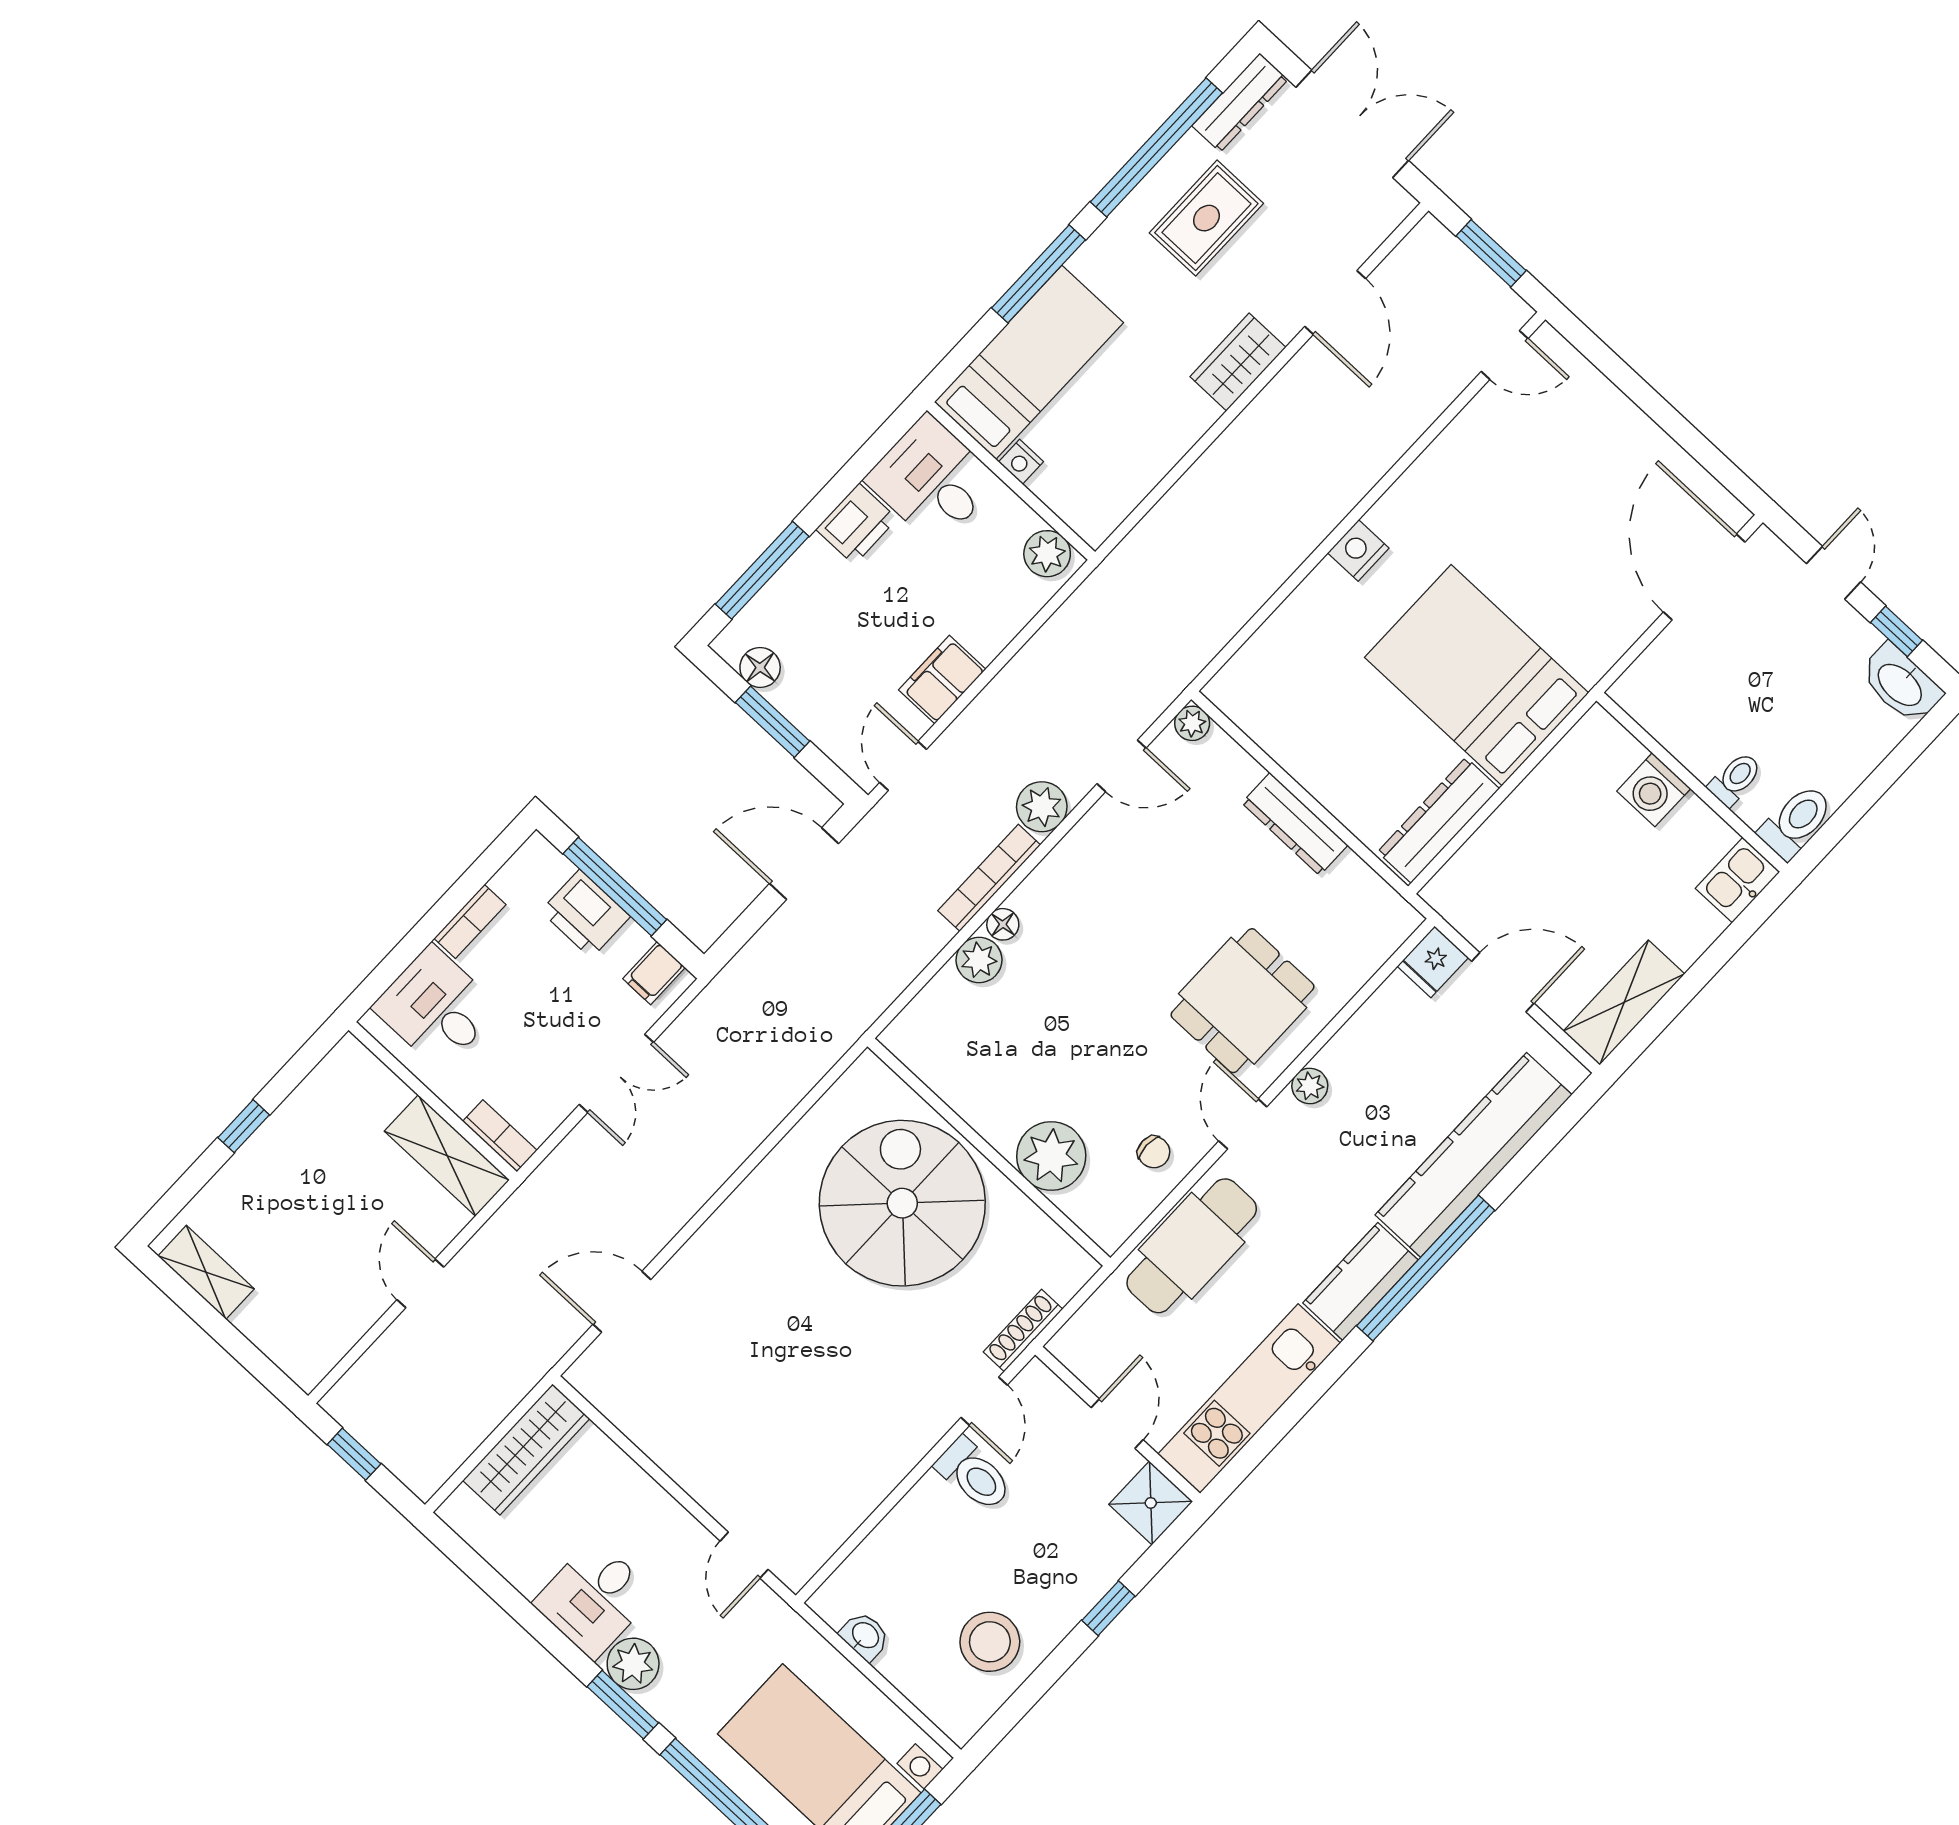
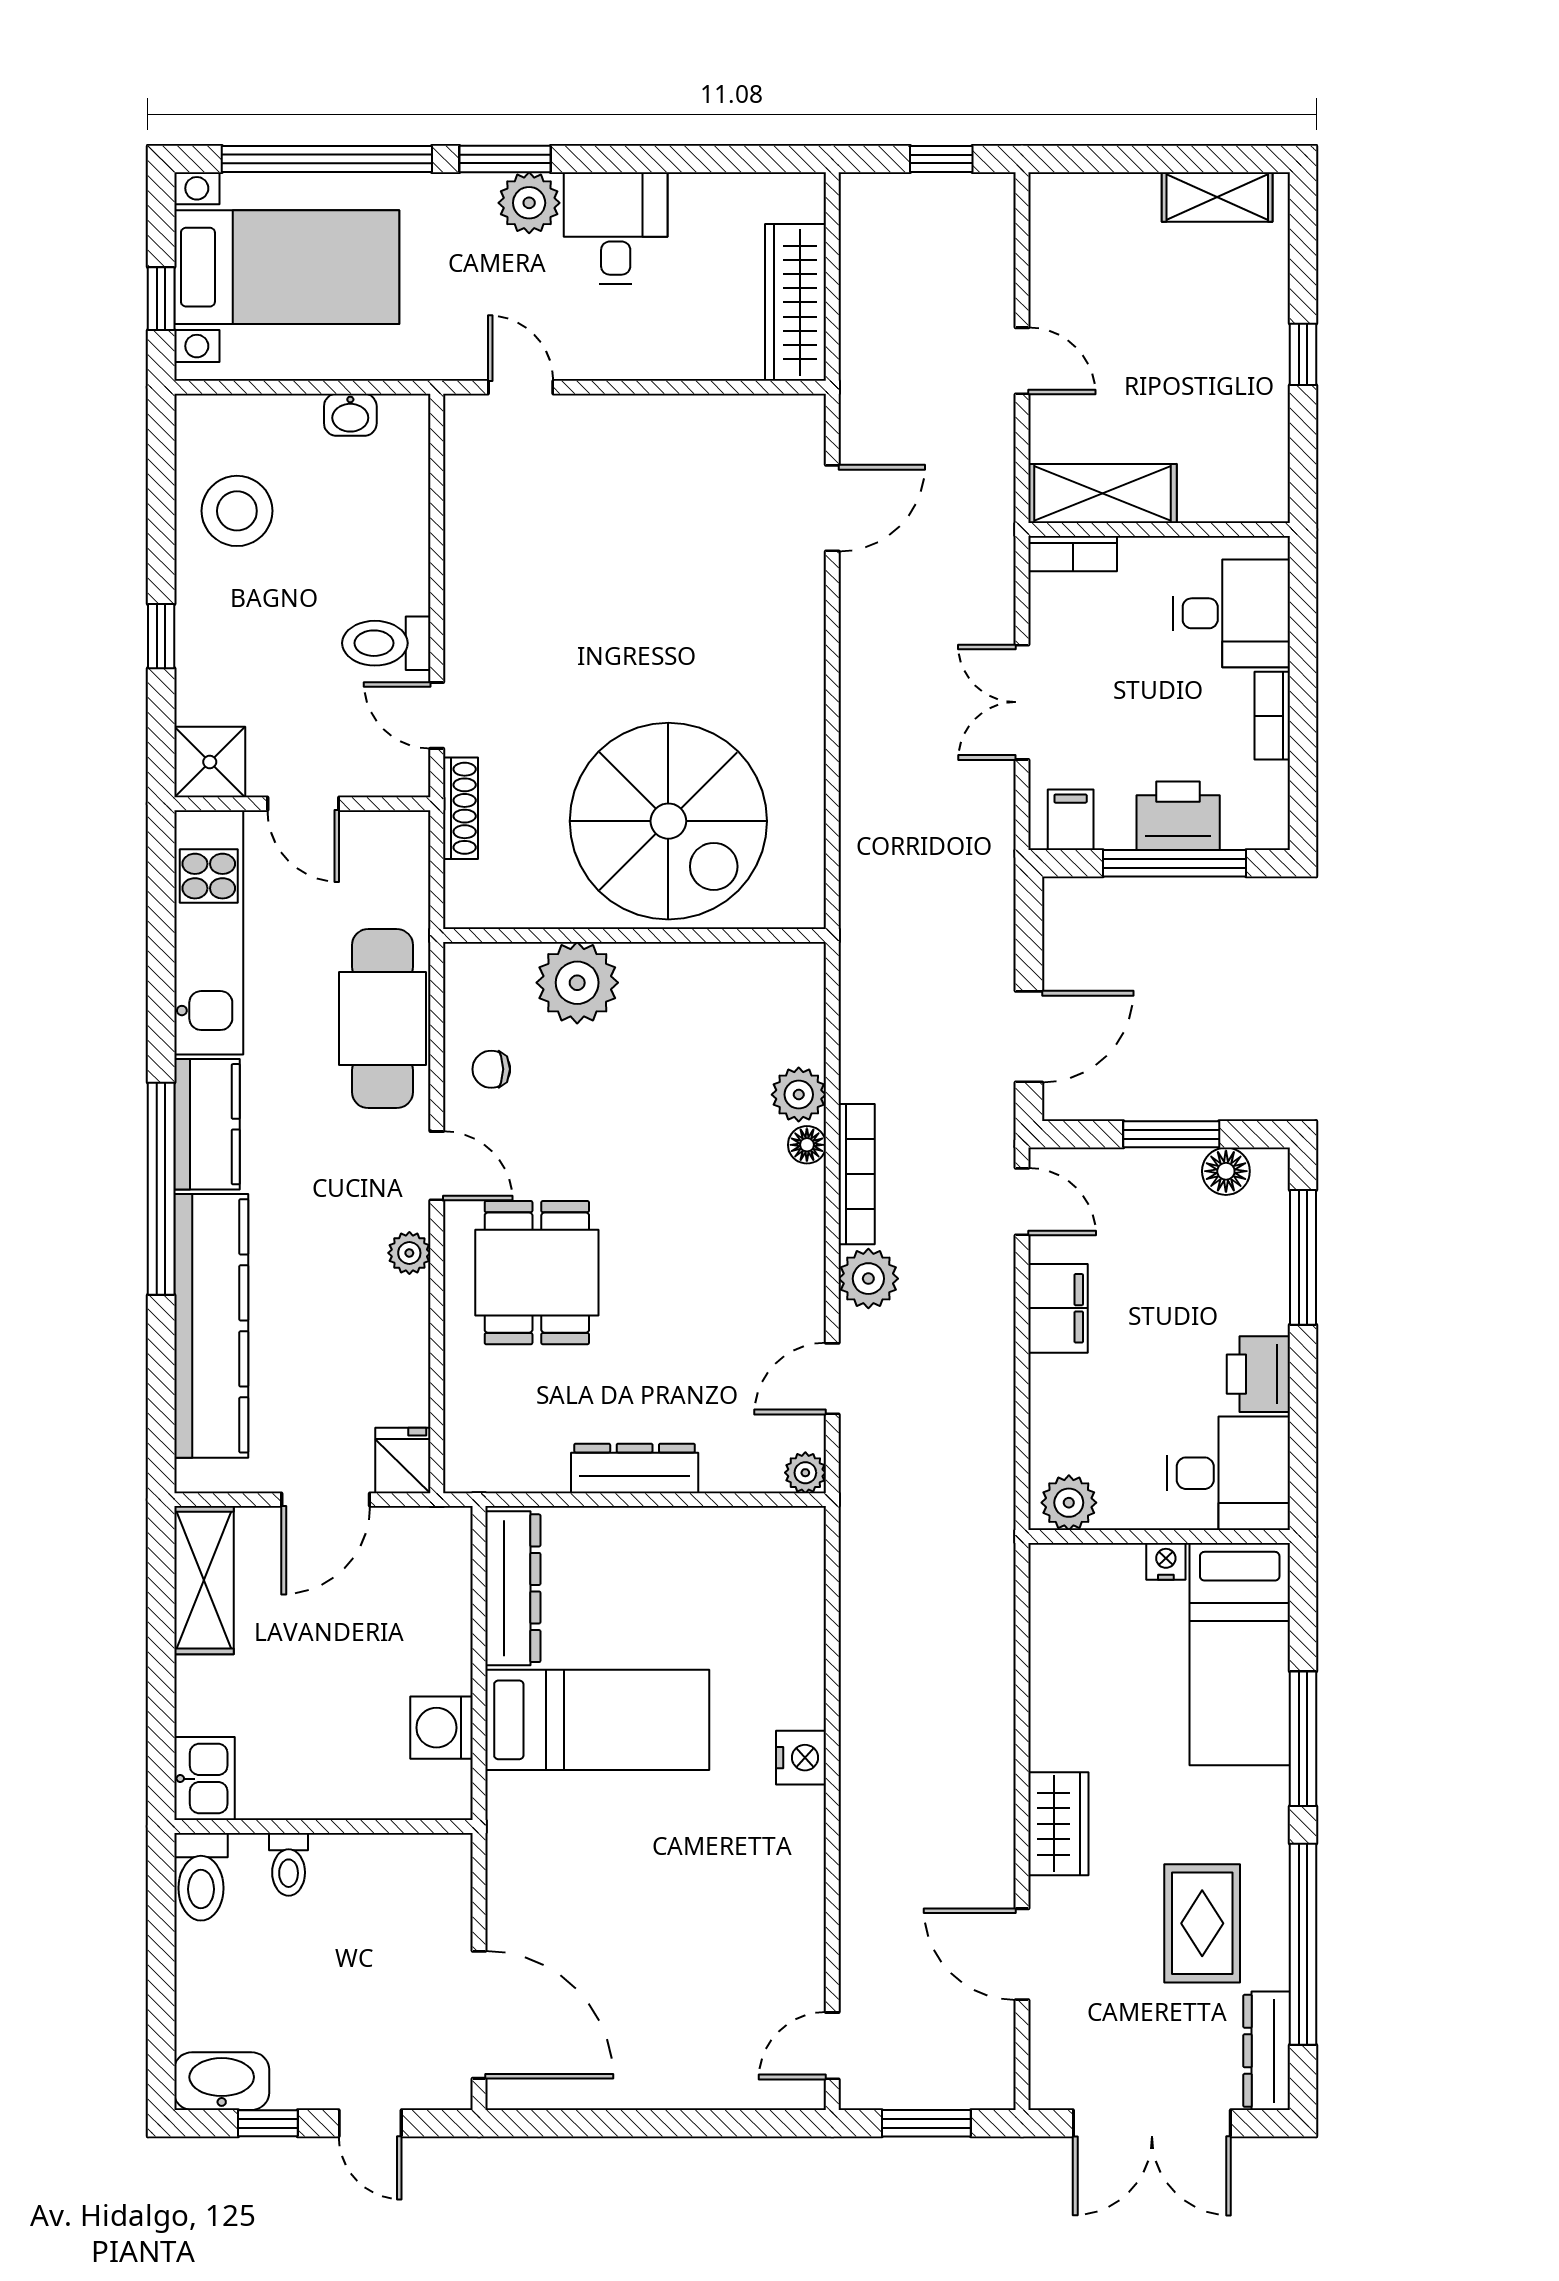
bed: (1477, 675) -> (597, 1720), width x0.67
washing machine: (1654, 790) -> (441, 1728), moved, turned -90

